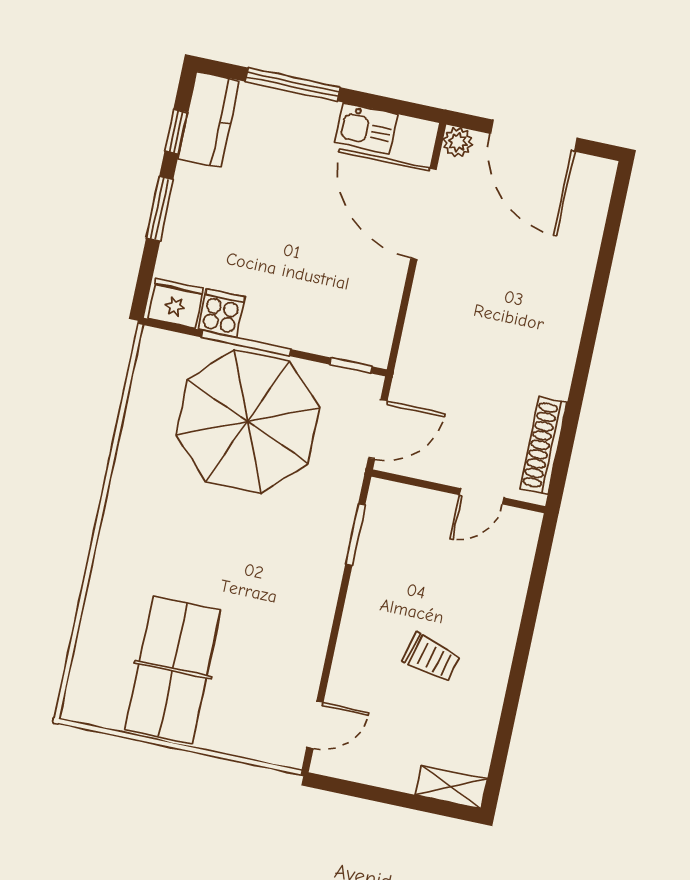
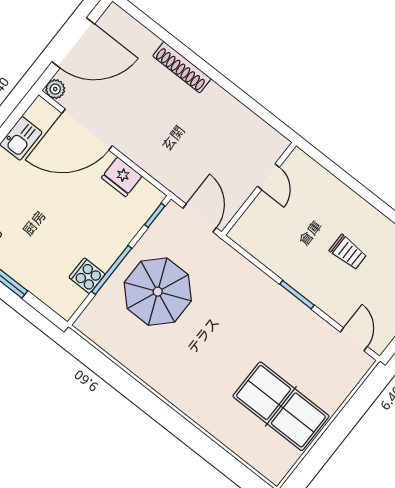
fridge: (176, 303) -> (122, 177), moved, turned -90
parasol: (248, 421) -> (158, 292), width x0.73, depth x0.73
shoe rack: (543, 446) -> (182, 67), moved
window: (355, 535) -> (297, 295), moved
trolley: (431, 658) -> (348, 252), turned 75

